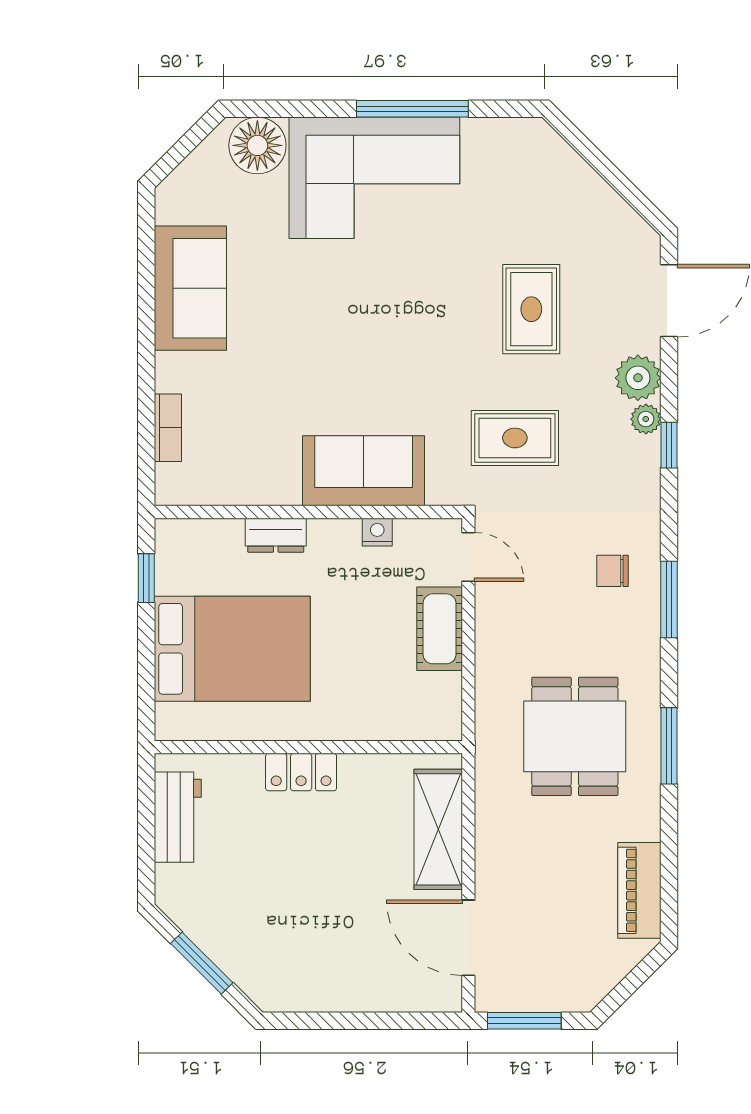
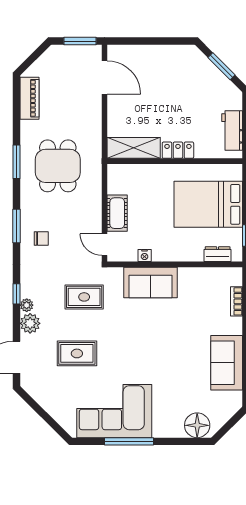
corner sofa: (374, 178) -> (114, 411), moved
rug: (531, 309) -> (77, 353), turned 90
dresser: (276, 535) -> (218, 254), moved
shelving: (438, 829) -> (134, 148), moved, turned 90

